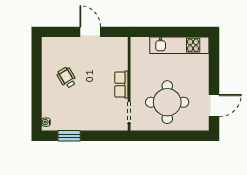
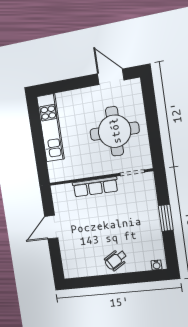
wheelchair: (67, 78) -> (116, 260), moved
row of seats: (121, 84) -> (95, 187), width x1.48
window: (69, 136) -> (166, 218), moved

